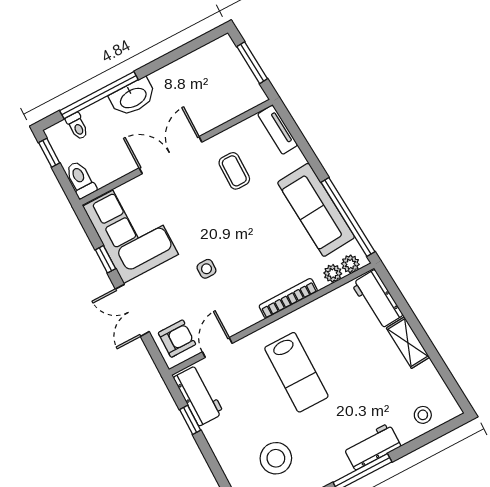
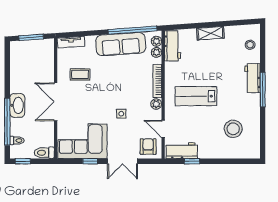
workbench: (377, 299) -> (172, 46), moved, turned -86
plant: (251, 316) -> (156, 104), added
lab bench: (296, 372) -> (196, 96), turned 180

